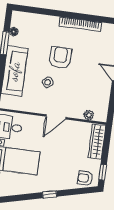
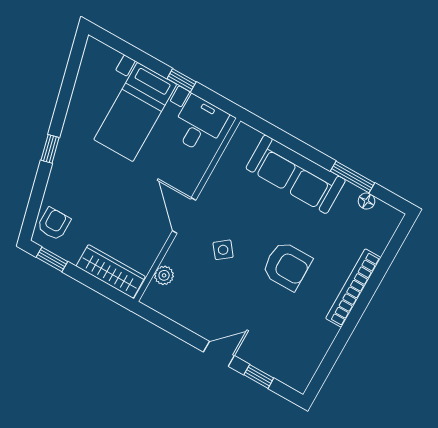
bookcase: (80, 24) -> (353, 288), moved
side table: (48, 82) -> (223, 250), moved

